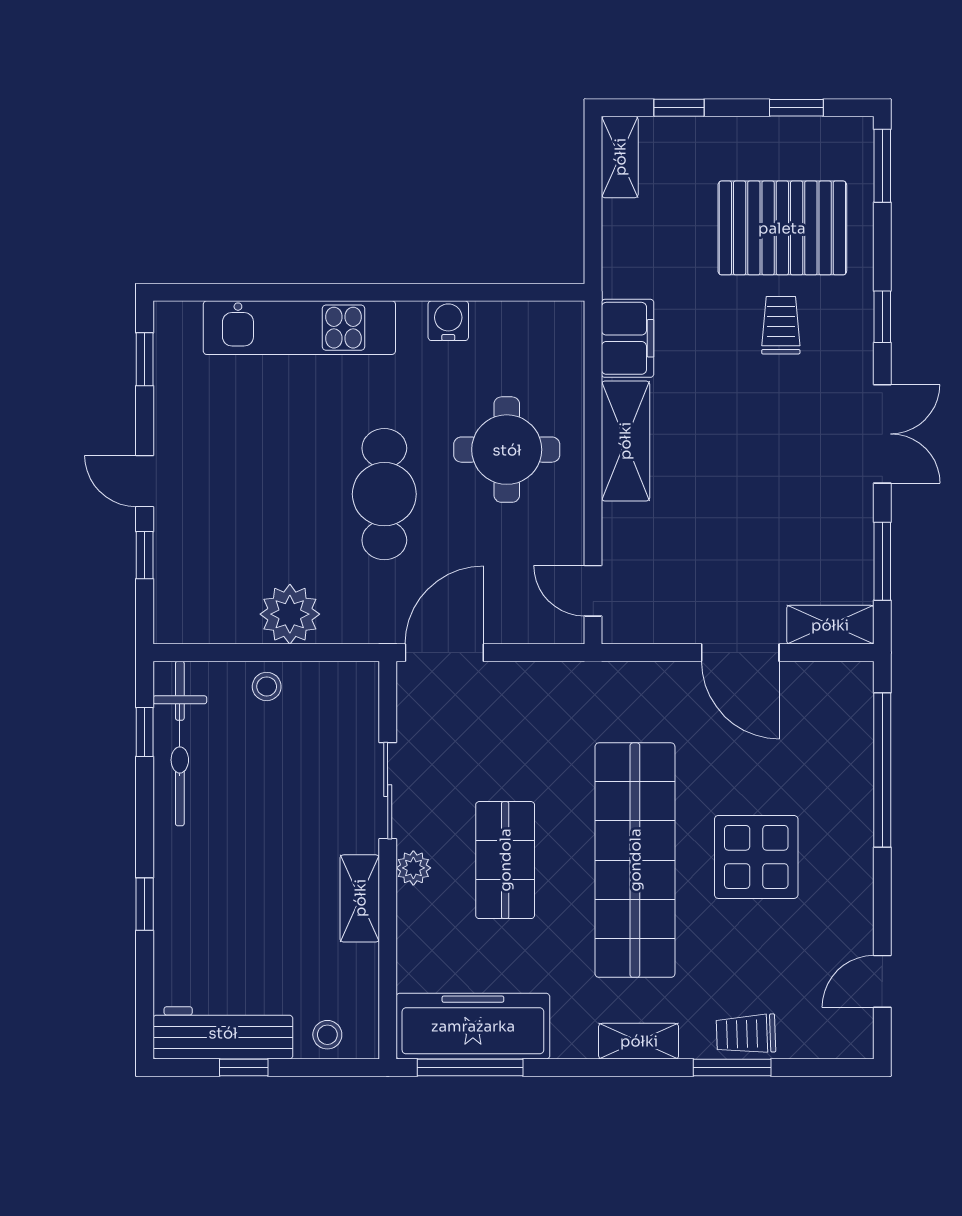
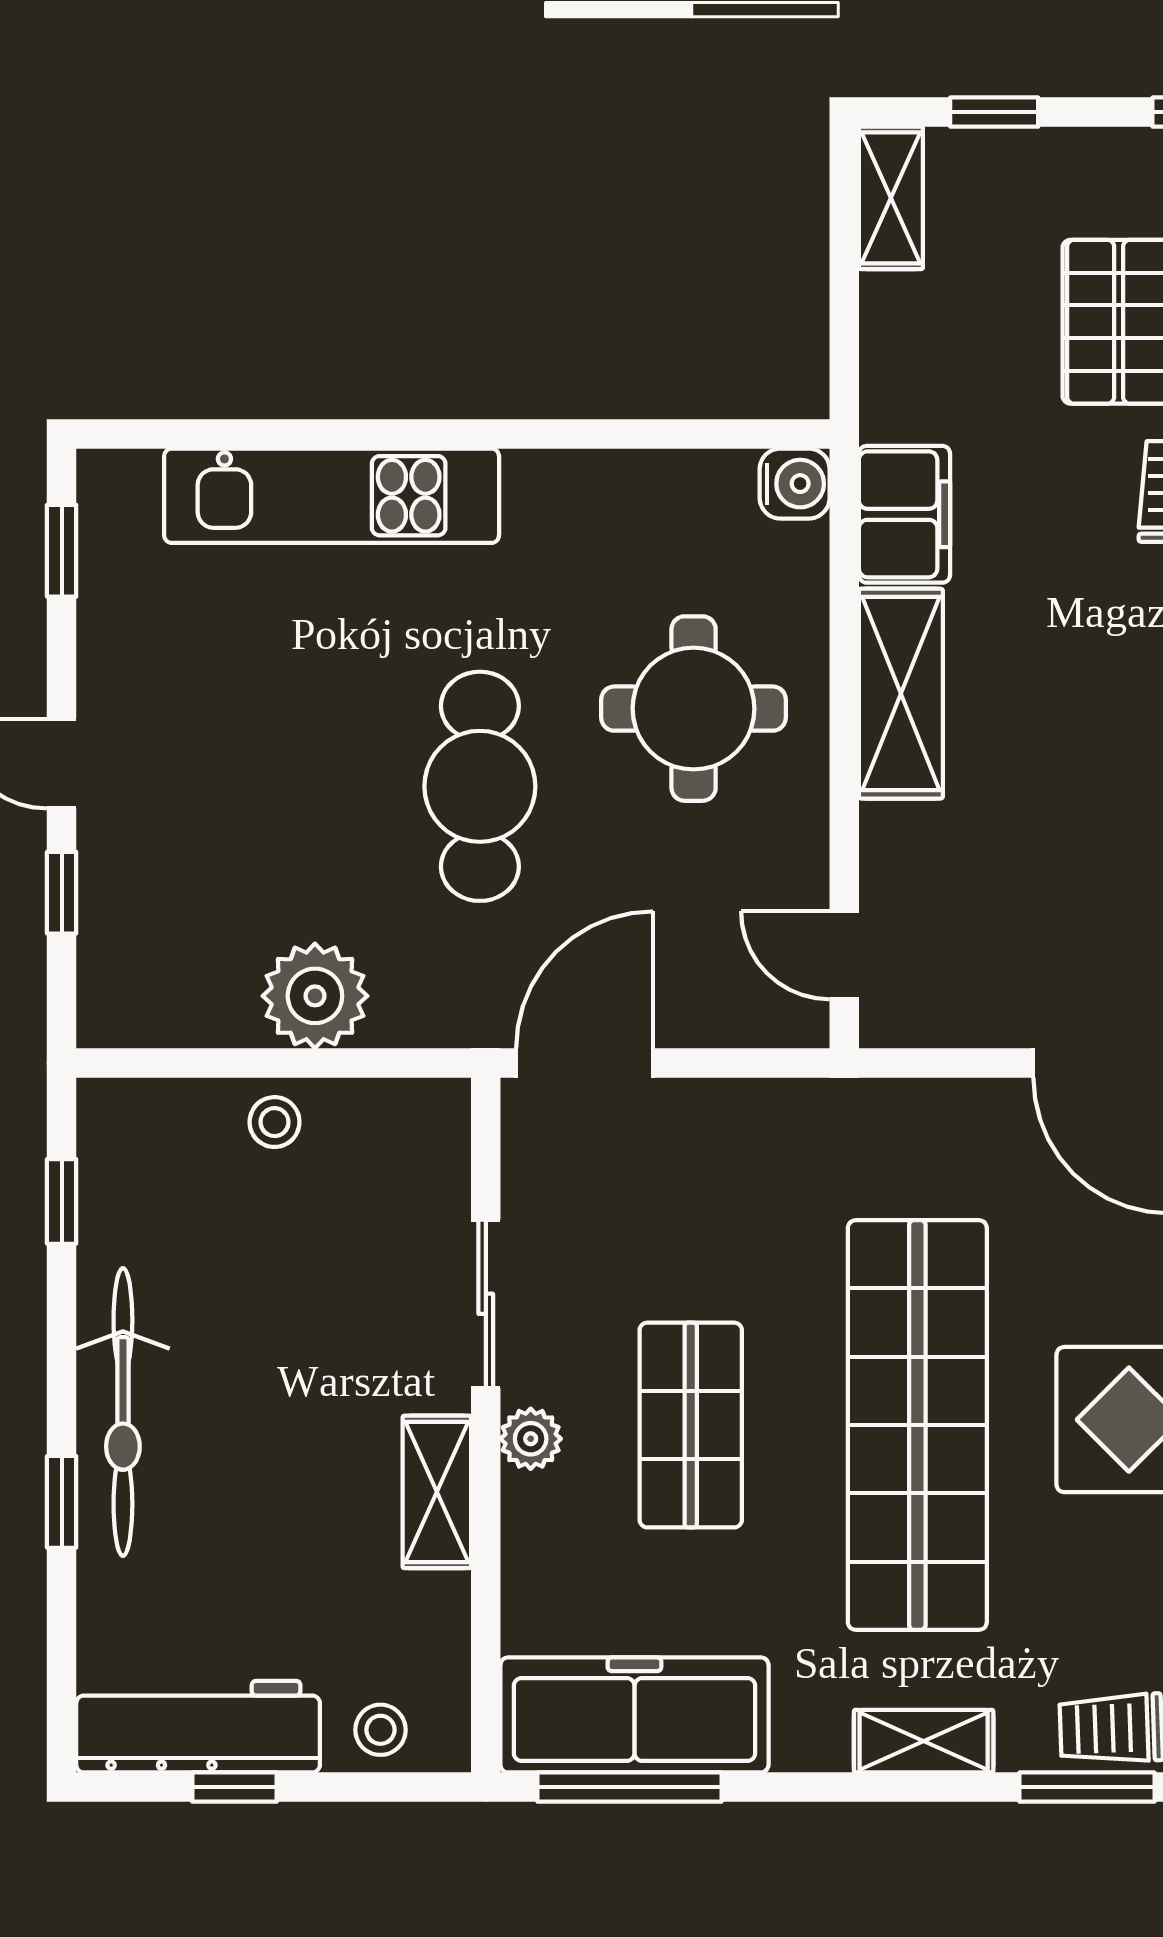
water cooler: (448, 321) -> (795, 484), moved, turned 90
bicycle: (180, 743) -> (123, 1412), moved

